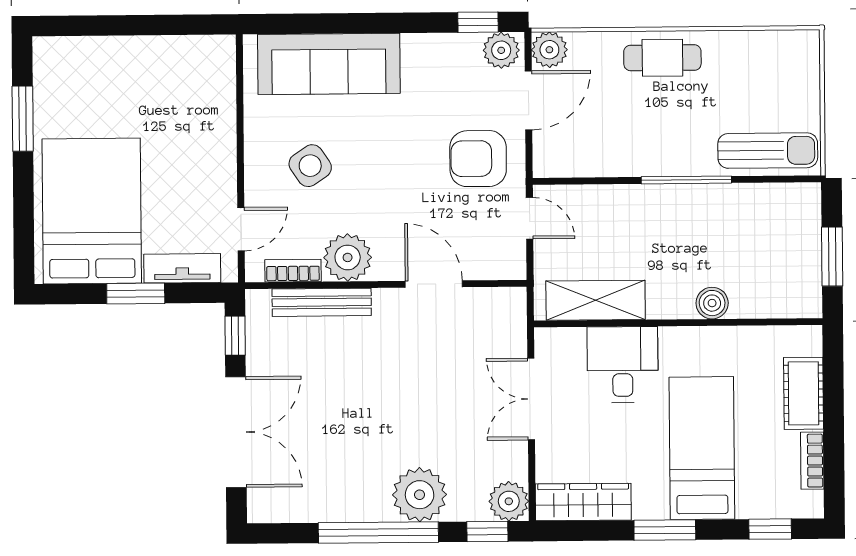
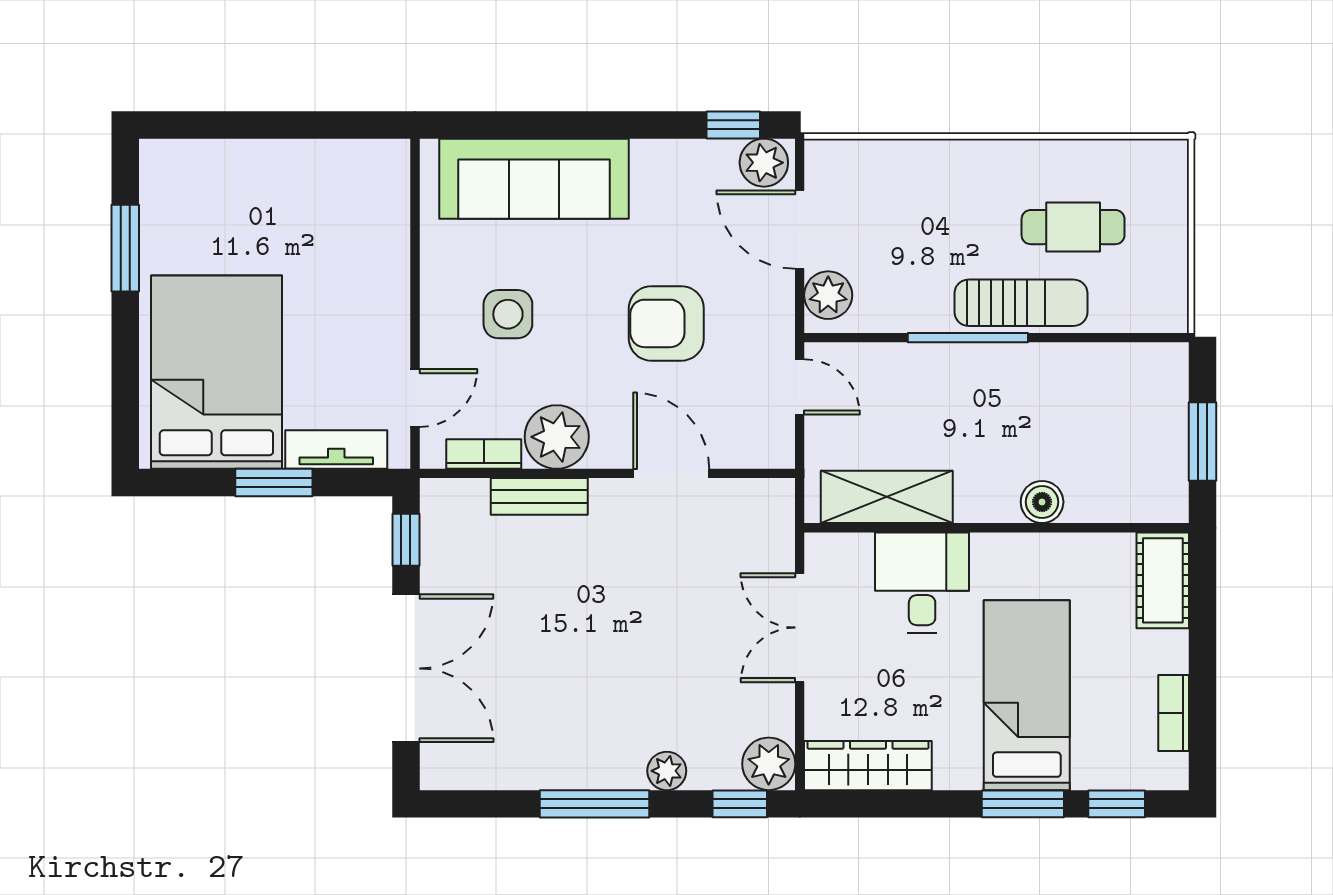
plant: (549, 50) -> (828, 295), moved
cafe table: (662, 58) -> (1073, 227), moved
door: (529, 100) -> (800, 230), swing flipped
sun lounger: (768, 151) -> (1021, 303), moved
armchair: (478, 159) -> (666, 323), moved
side table: (310, 166) -> (508, 314), turned 34
window: (686, 180) -> (968, 338), moved
bench: (322, 302) -> (539, 496), width x0.73
cot: (804, 393) -> (1163, 580), moved
plant: (420, 495) -> (667, 771), width x0.53, depth x0.53
window: (665, 530) -> (1023, 804), moved
window: (378, 532) -> (594, 804), width x0.68

